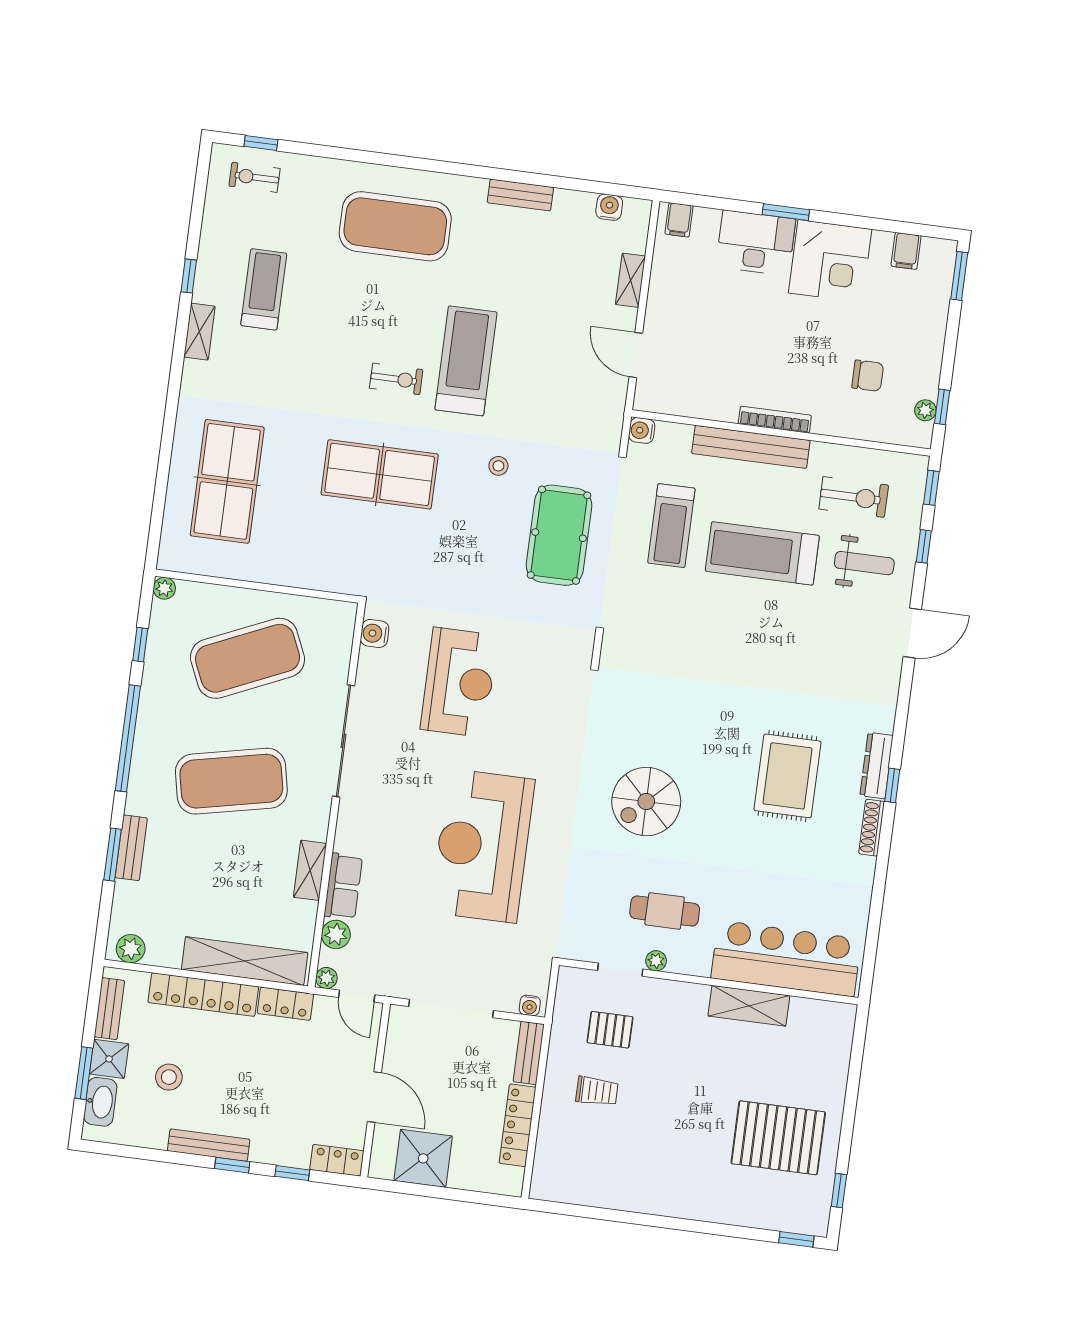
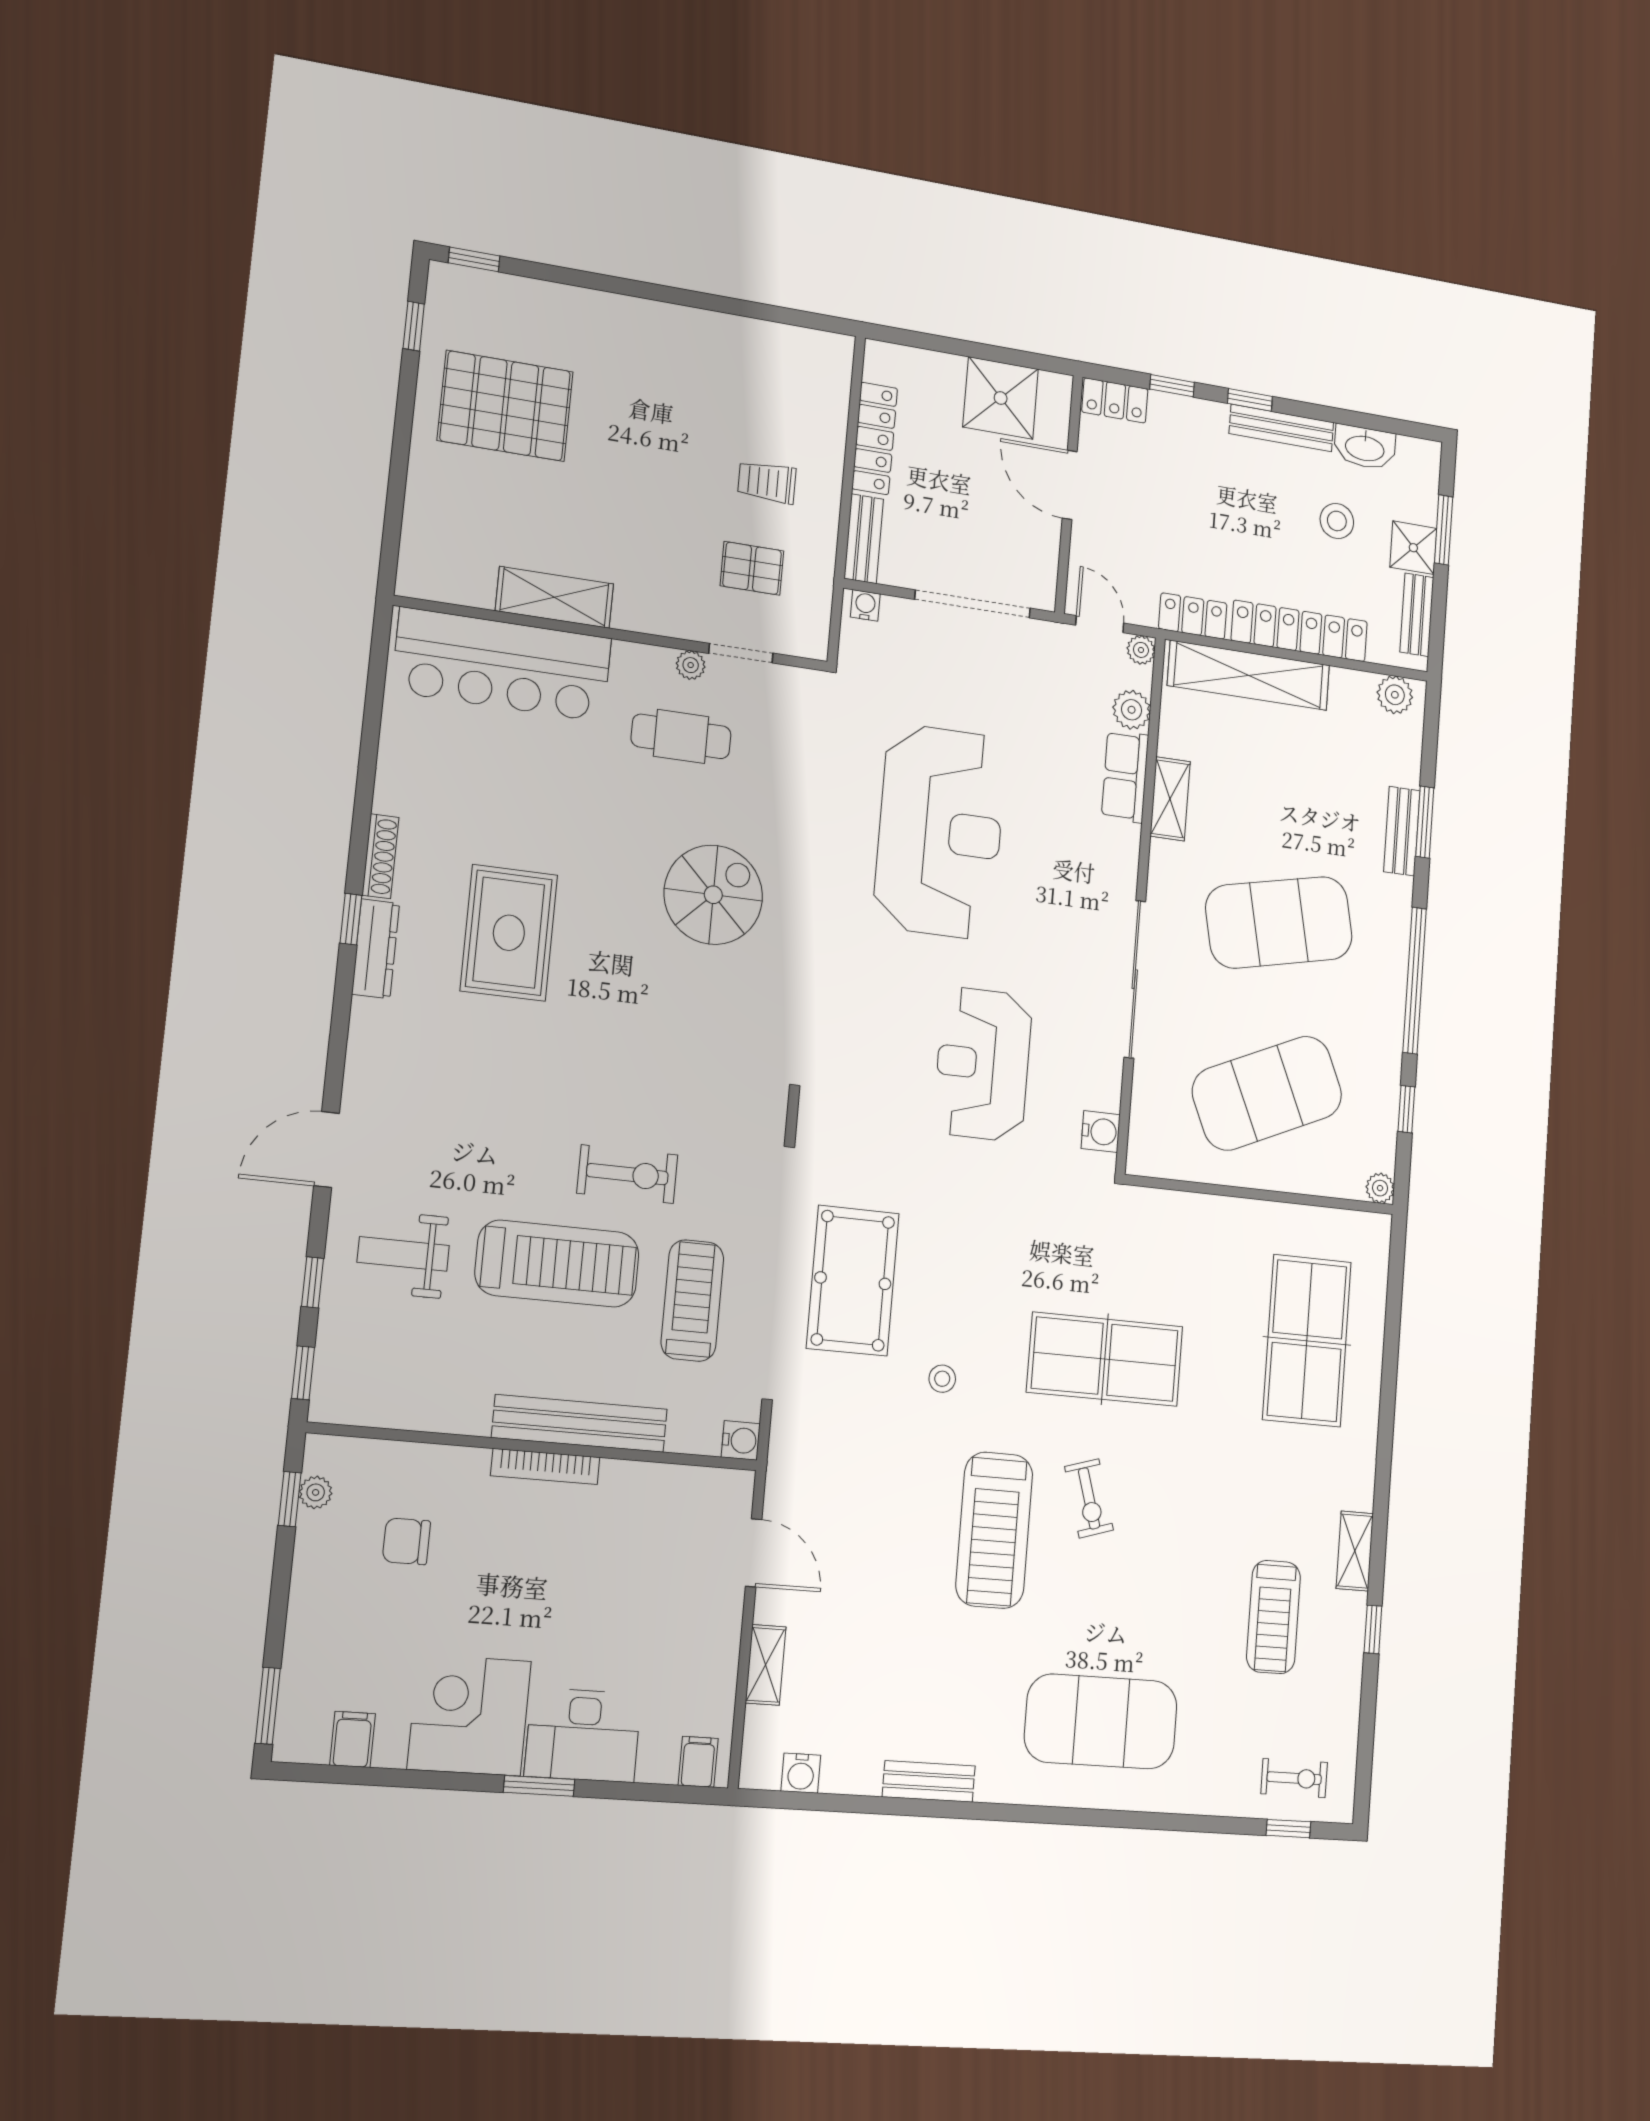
exercise bike: (396, 379) -> (1089, 1498), turned -107
exercise bike: (854, 497) -> (627, 1174), moved, turned 180
washbasin: (100, 1102) -> (1365, 447), moved, turned -90

